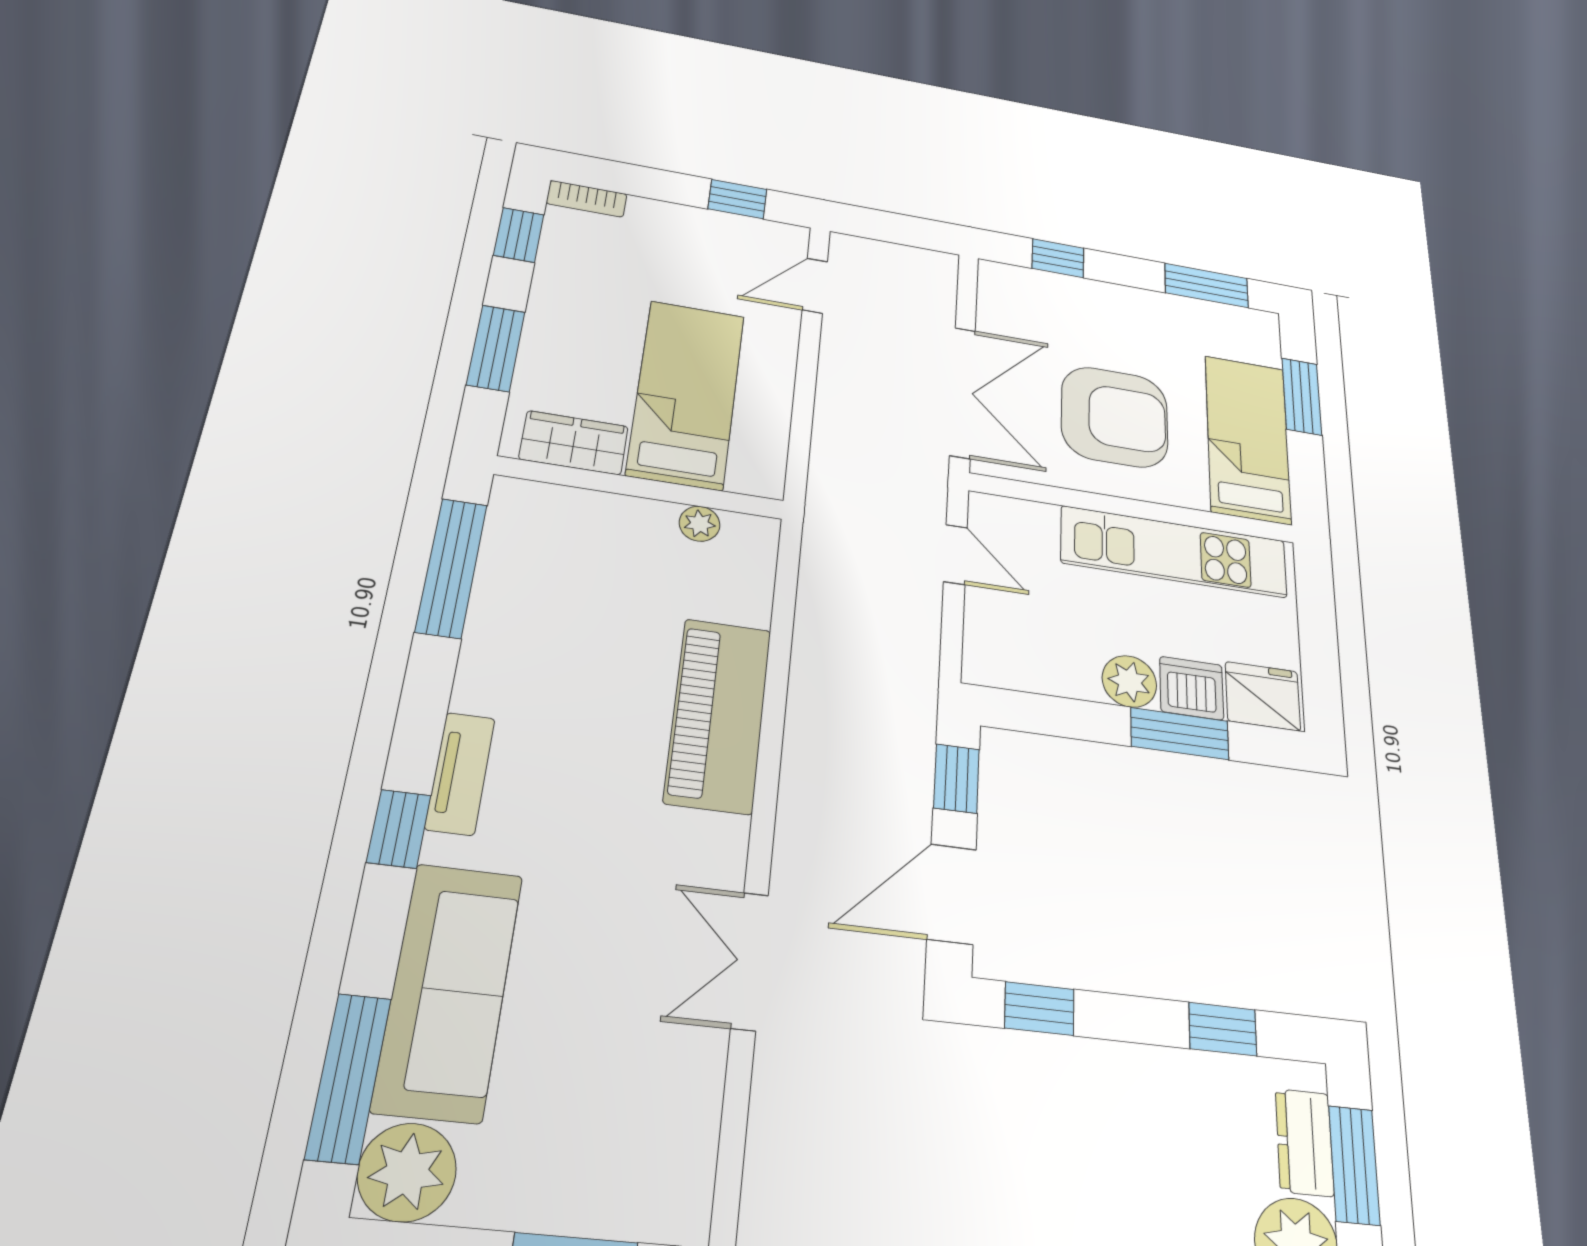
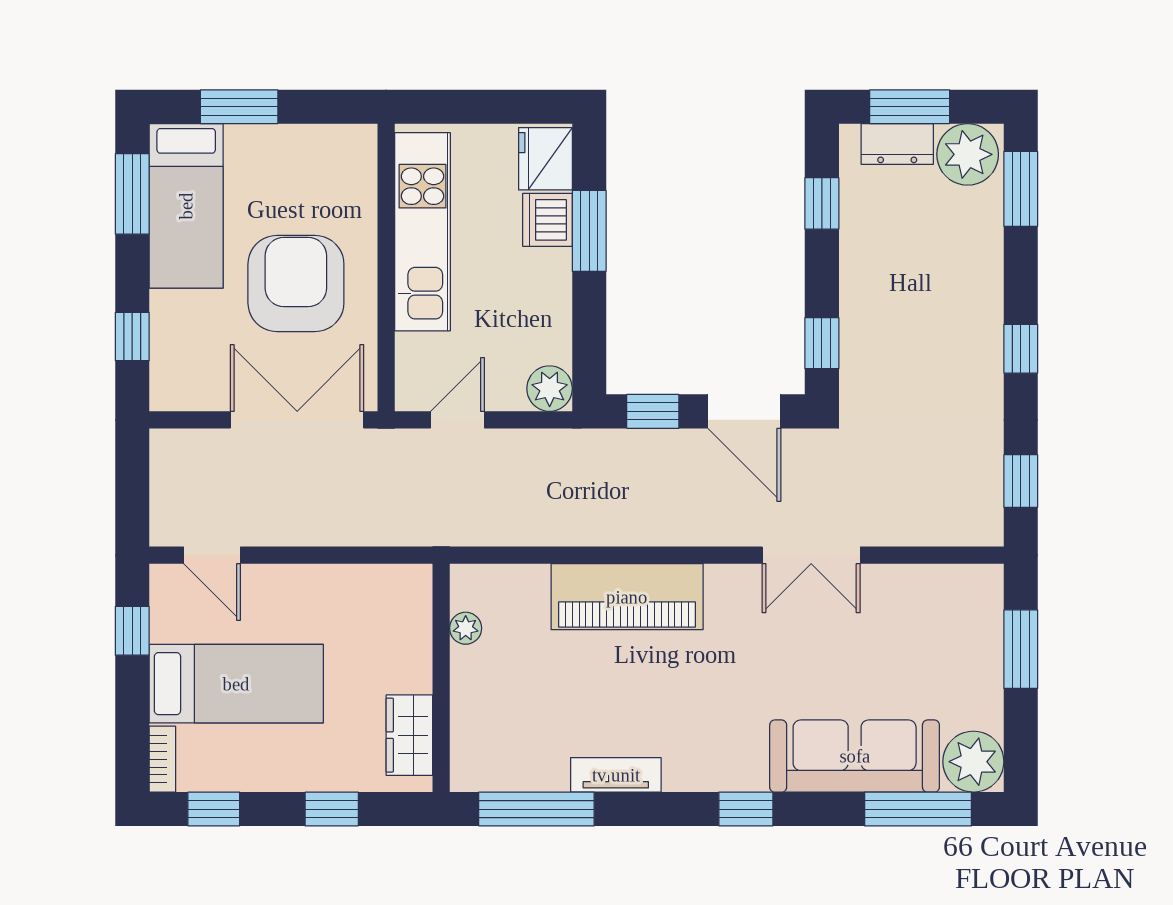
window: (496, 348) -> (332, 809), width x0.67
bed: (686, 394) -> (236, 684), moved, turned 180
bed: (1248, 439) -> (186, 206), moved, turned -90
plant: (1129, 681) -> (550, 389), moved
tv unit: (460, 773) -> (616, 775), moved

